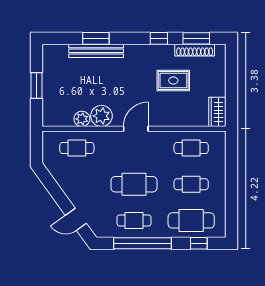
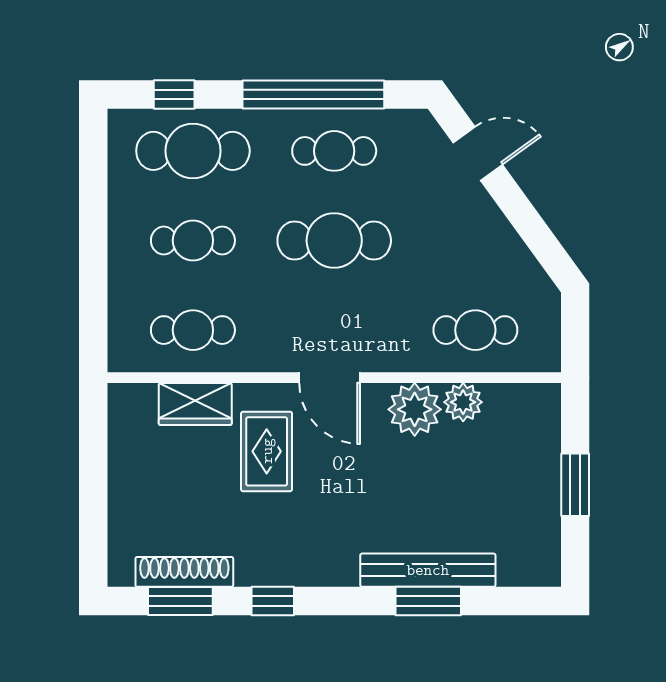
rug: (173, 81) -> (267, 451), moved, turned 90
wardrobe: (217, 112) -> (195, 404), moved, turned 90
door: (136, 129) -> (330, 378), hinge flipped

